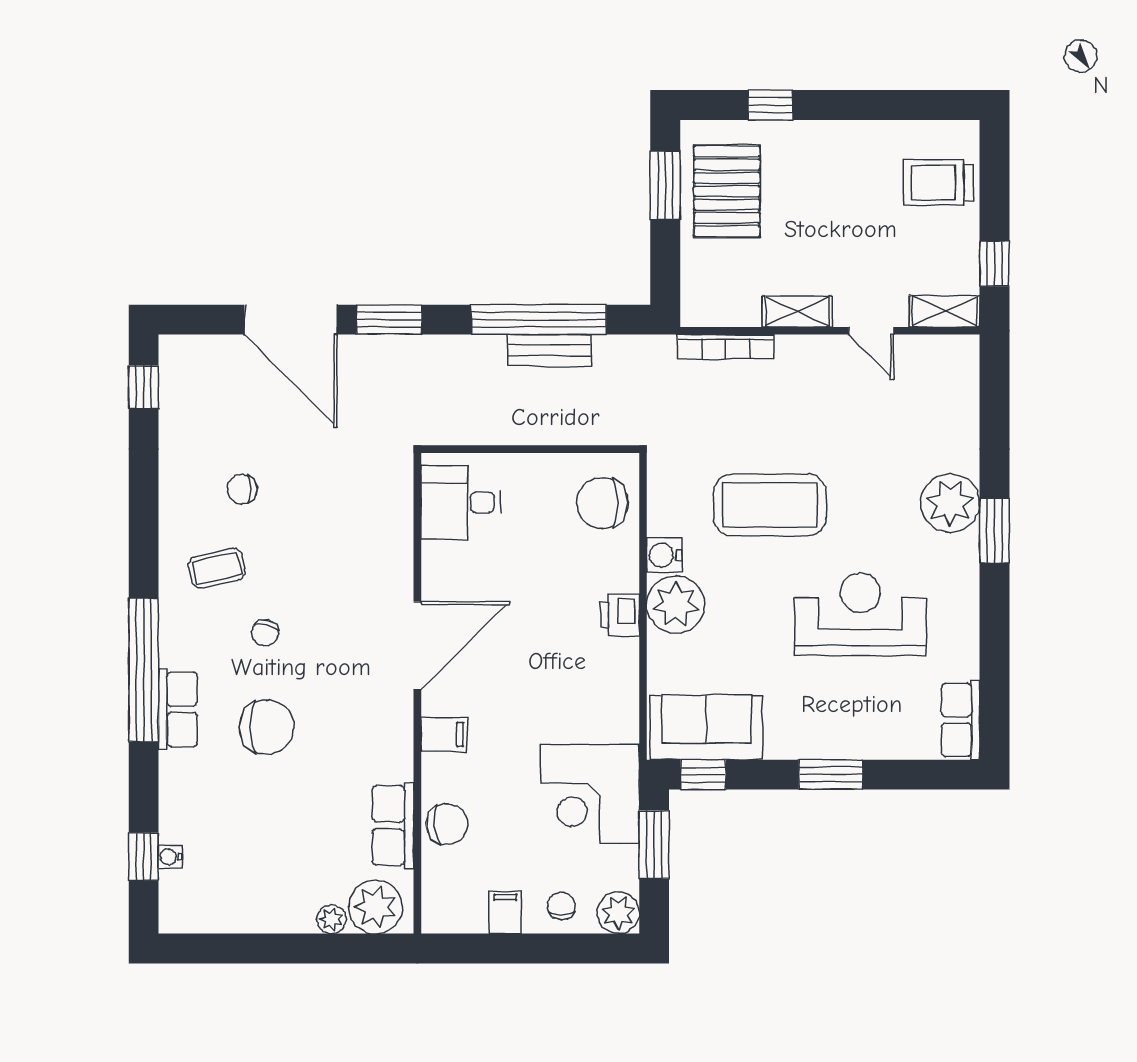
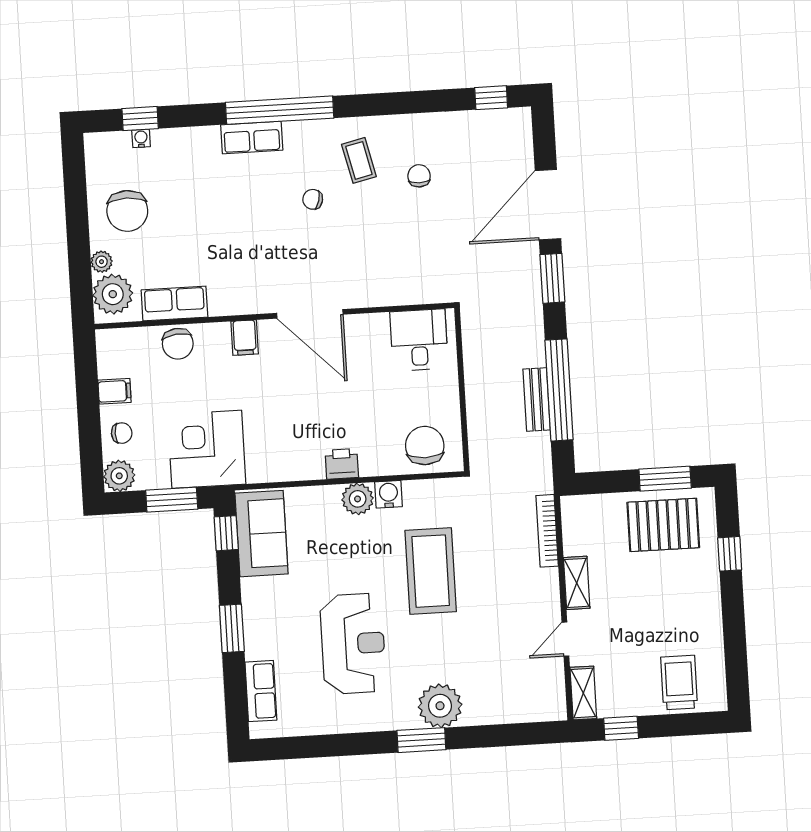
plant: (676, 604) -> (358, 499), width x0.73, depth x0.73
row of seats: (961, 720) -> (261, 691), moved, turned 90
chair: (267, 727) -> (127, 211), moved

